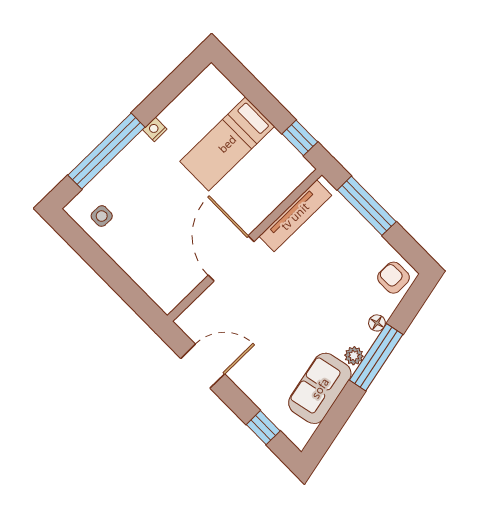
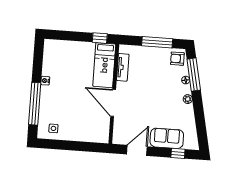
bed: (227, 144) -> (104, 65), moved
window: (367, 206) -> (157, 42), moved
tv unit: (295, 216) -> (123, 67), width x0.71
window: (376, 357) -> (194, 75), moved
sofa: (320, 388) -> (167, 138), moved, turned 102

